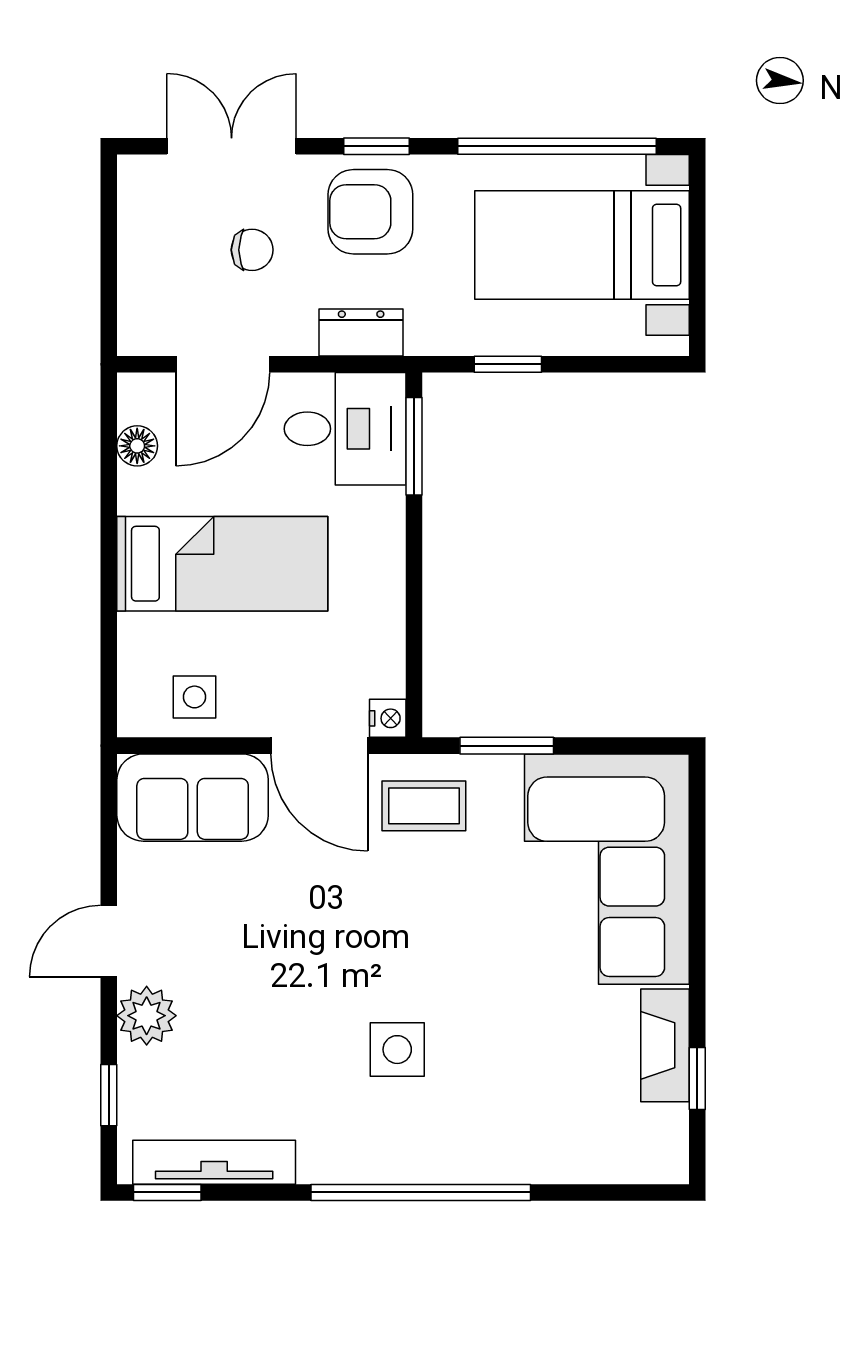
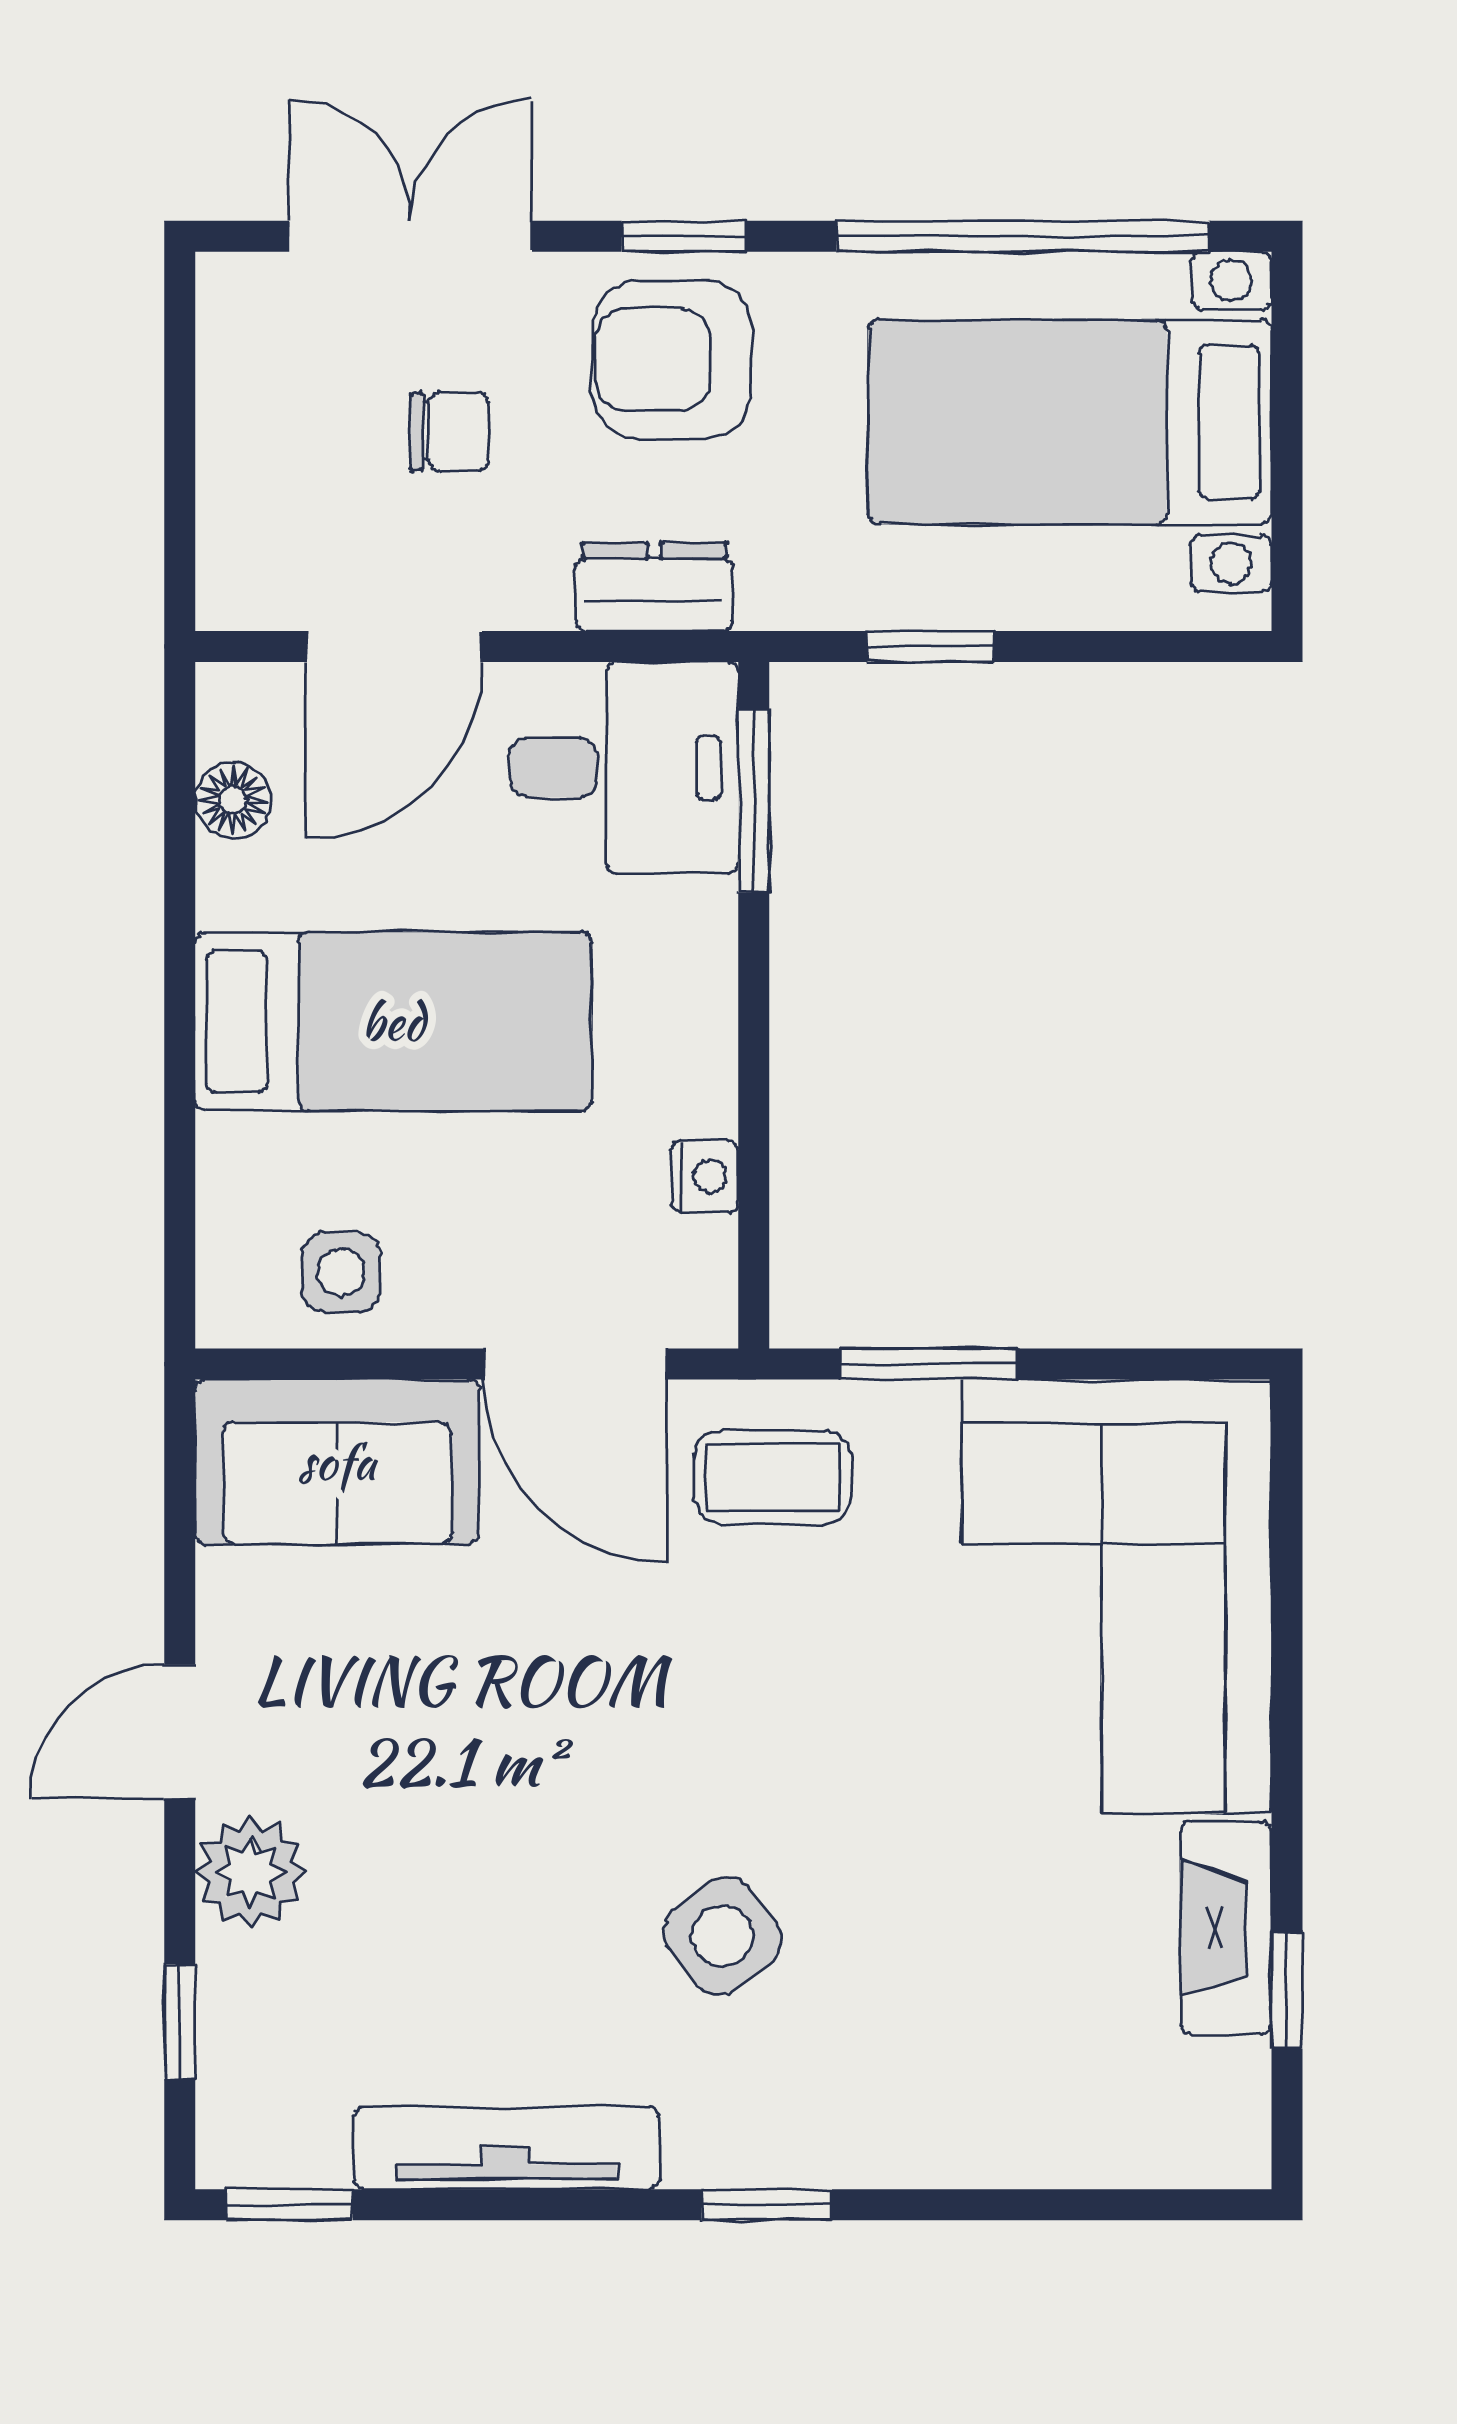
nightstand: (388, 718) -> (704, 1177), moved
side table: (397, 1050) -> (722, 1936), turned -37
tv unit: (214, 1162) -> (506, 2148), moved
window: (421, 1192) -> (767, 2205), width x0.32

